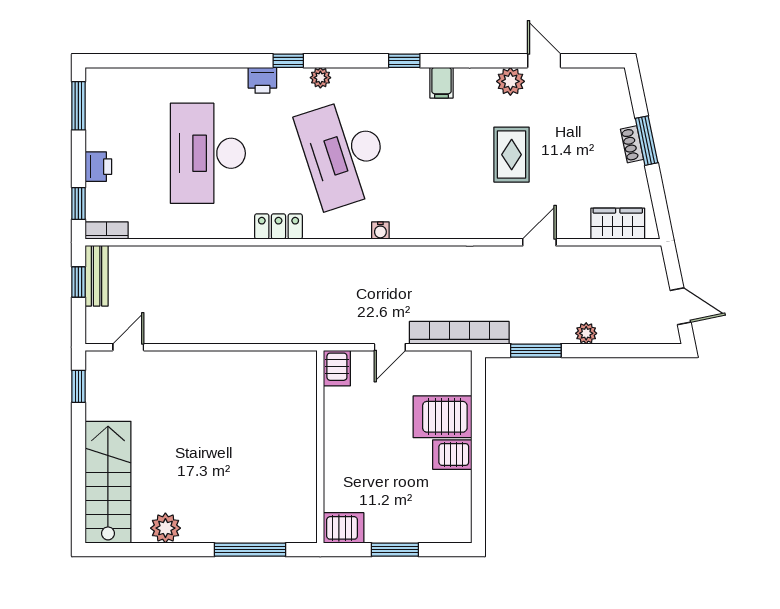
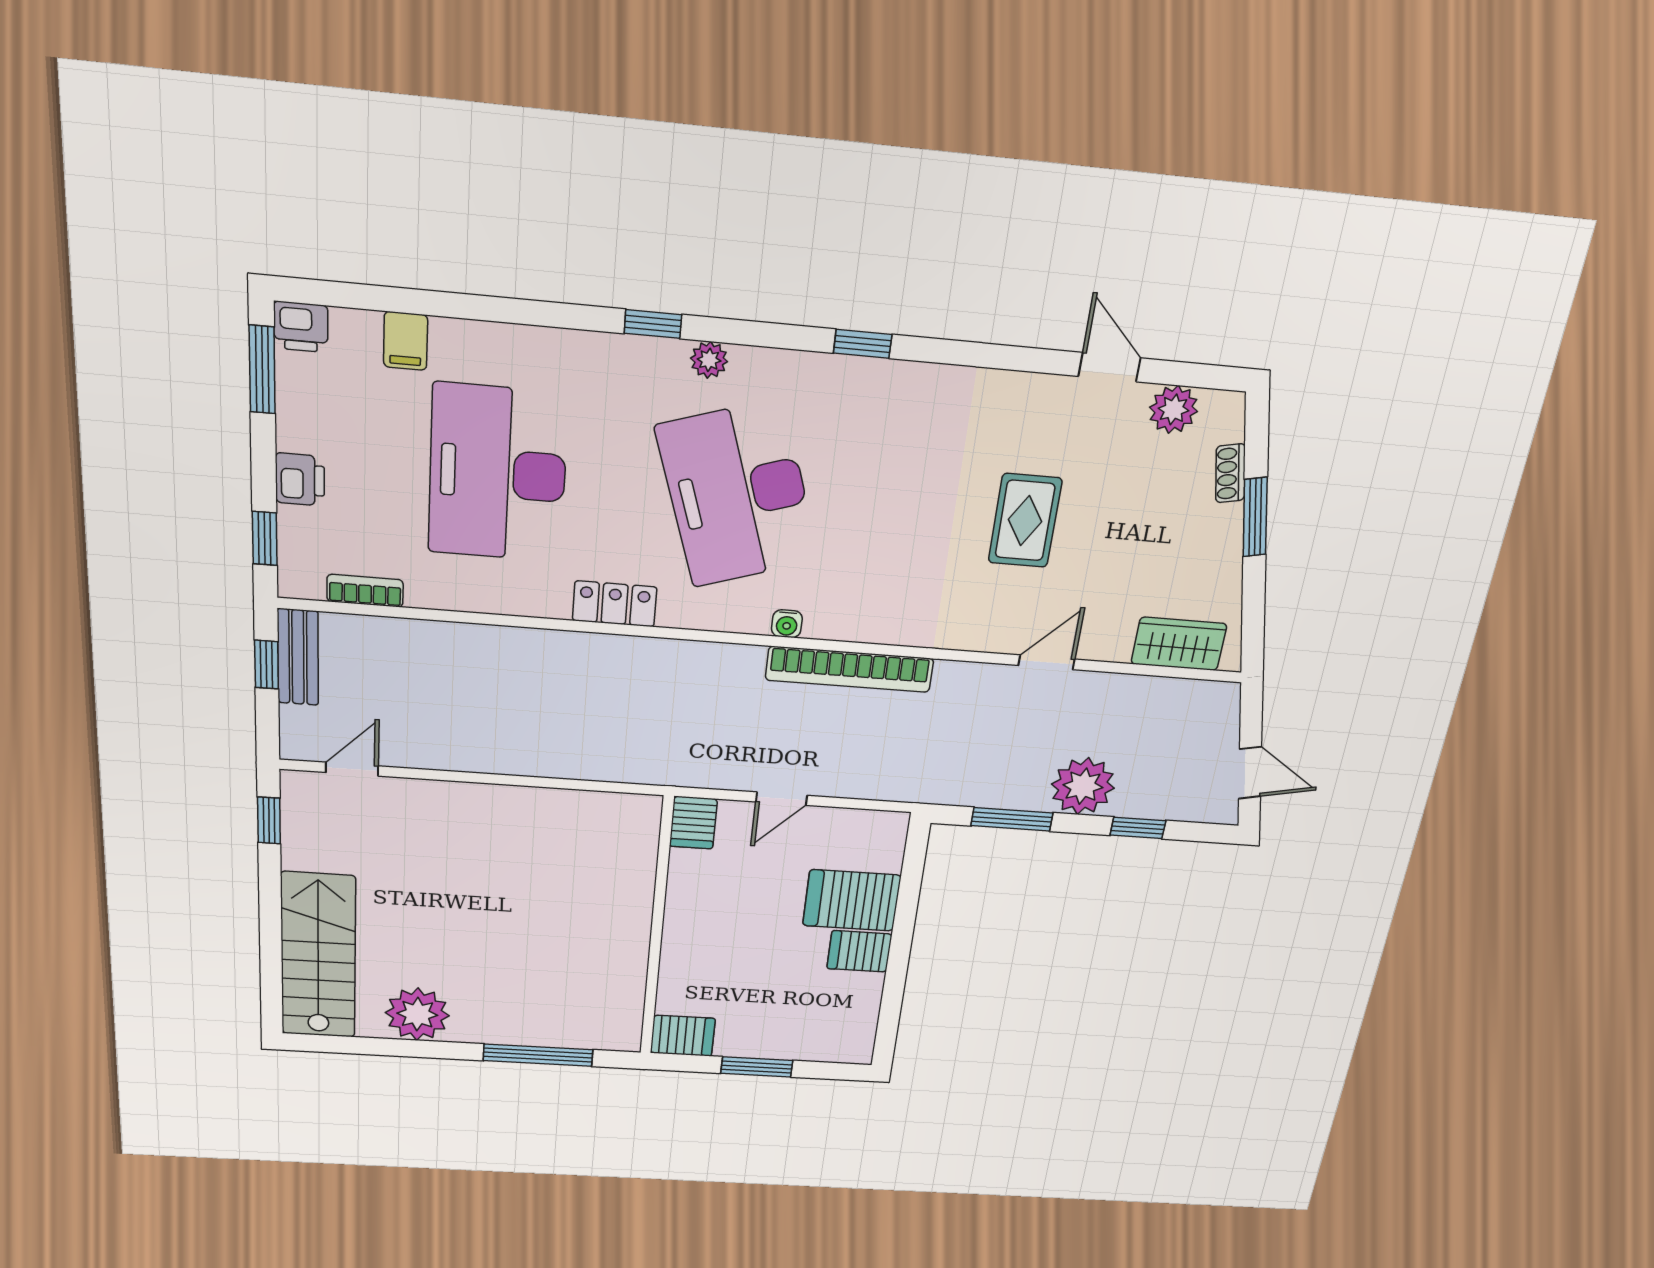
printer: (262, 80) -> (301, 327), moved
plant: (510, 81) -> (1173, 409), moved
filing cabinet: (441, 83) -> (406, 341), moved
shoe rack: (632, 144) -> (1230, 473), moved
bookcase: (107, 231) -> (365, 591), moved
bookcase: (459, 333) -> (850, 669), moved, turned 180
plant: (586, 333) -> (1083, 786), width x1.87, depth x1.87
window: (617, 351) -> (1138, 828), added
plant: (165, 528) -> (417, 1014), width x1.36, depth x1.36

